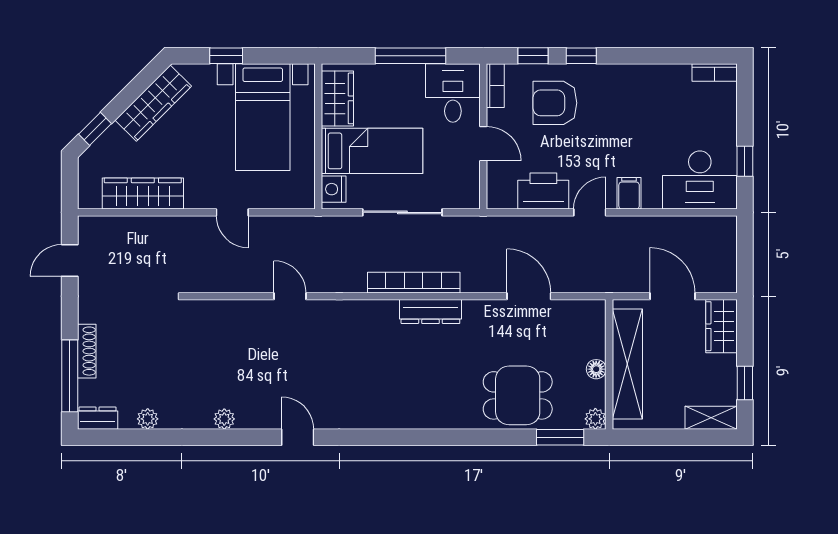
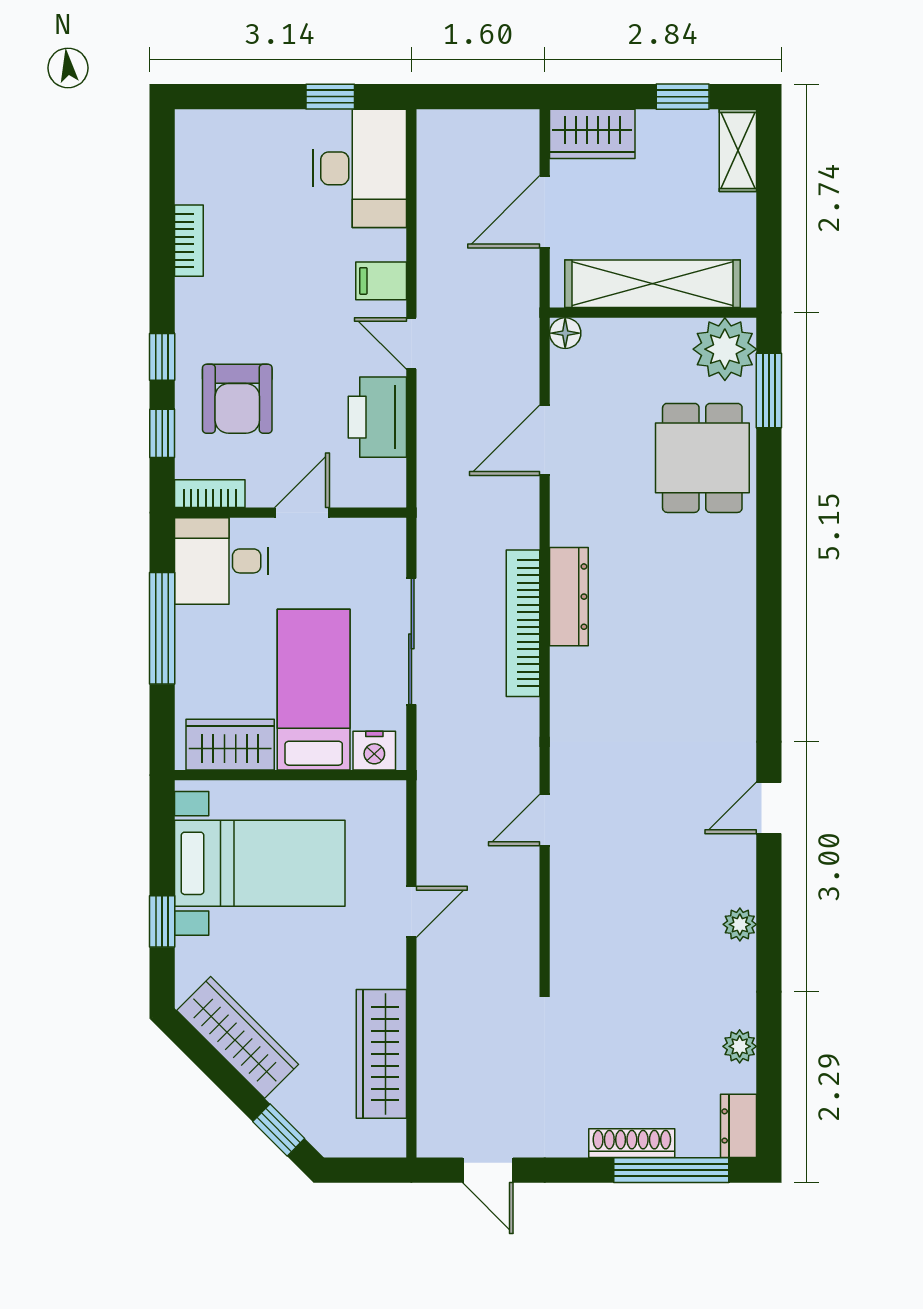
bookcase: (715, 72) -> (189, 241), moved
floor lamp: (596, 369) -> (565, 333), moved
plant: (595, 419) -> (725, 349), width x1.88, depth x1.88

